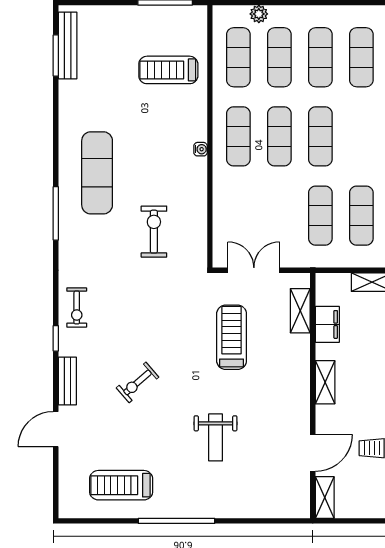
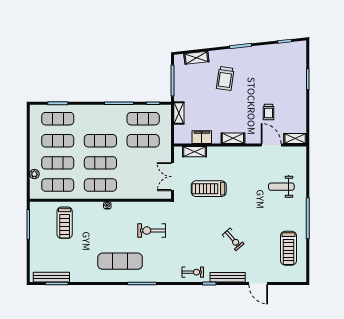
bench: (67, 381) -> (228, 277), width x1.36
weight bench: (216, 437) -> (281, 187), moved, turned 180

